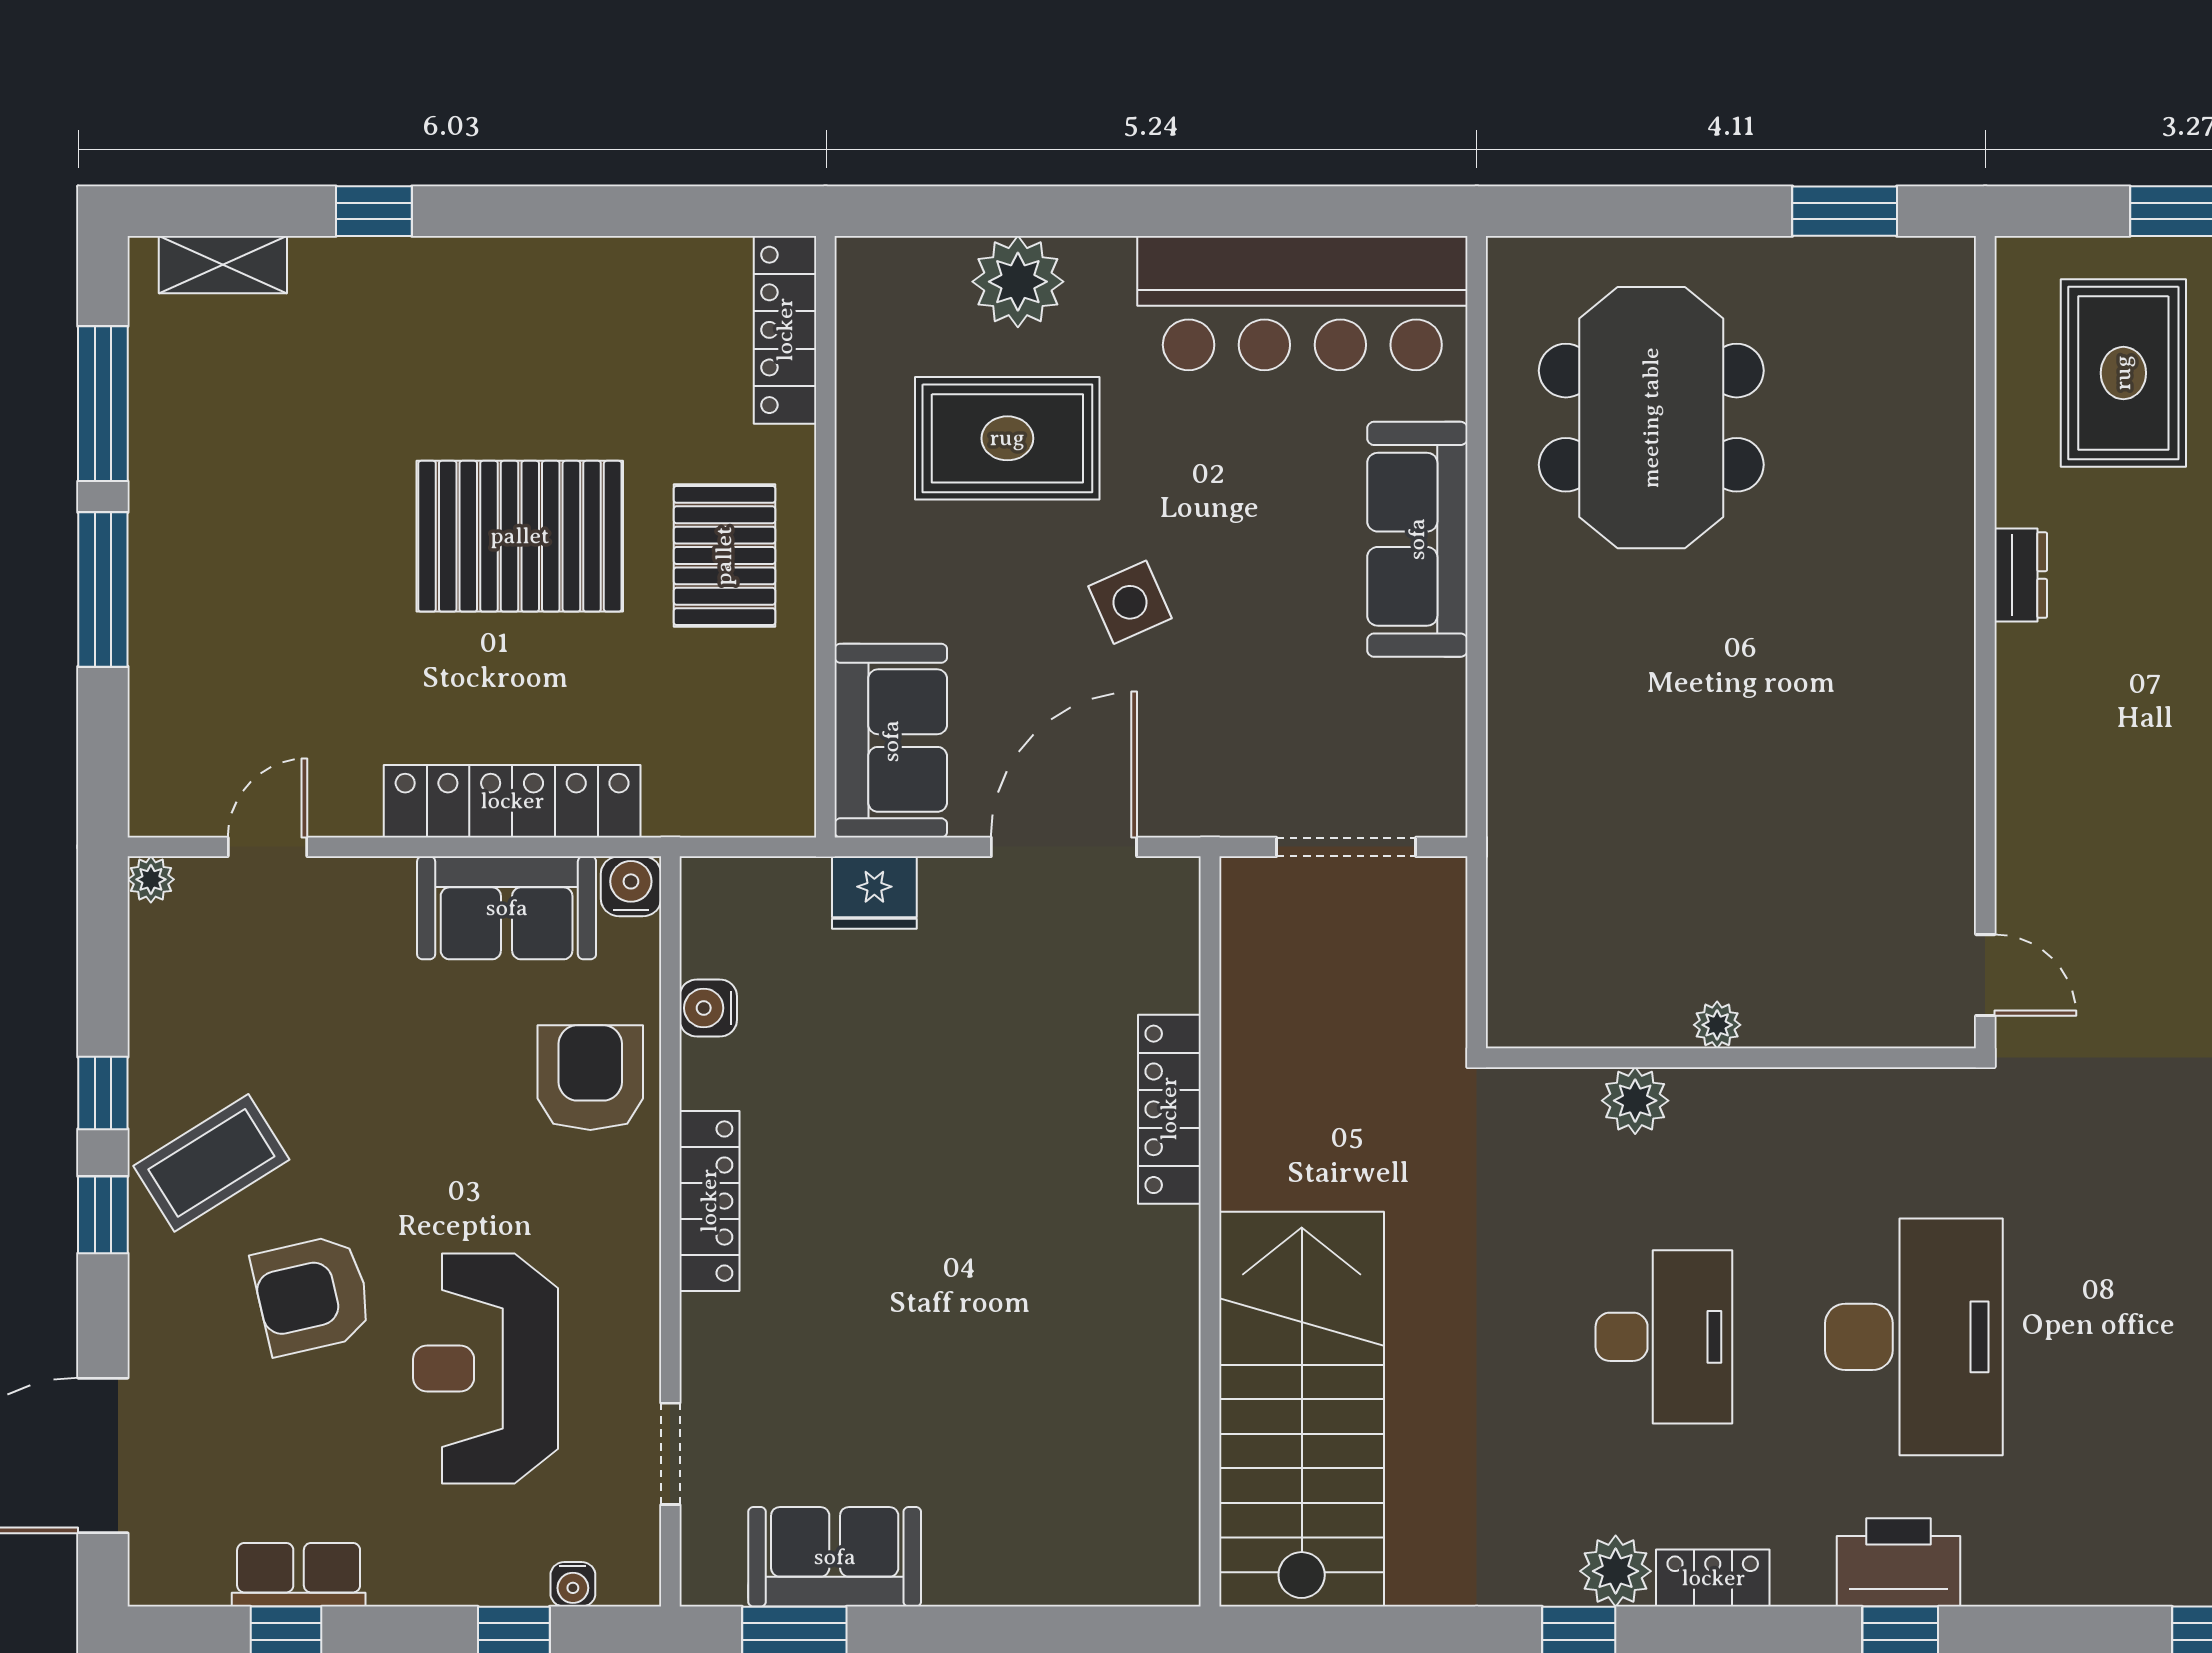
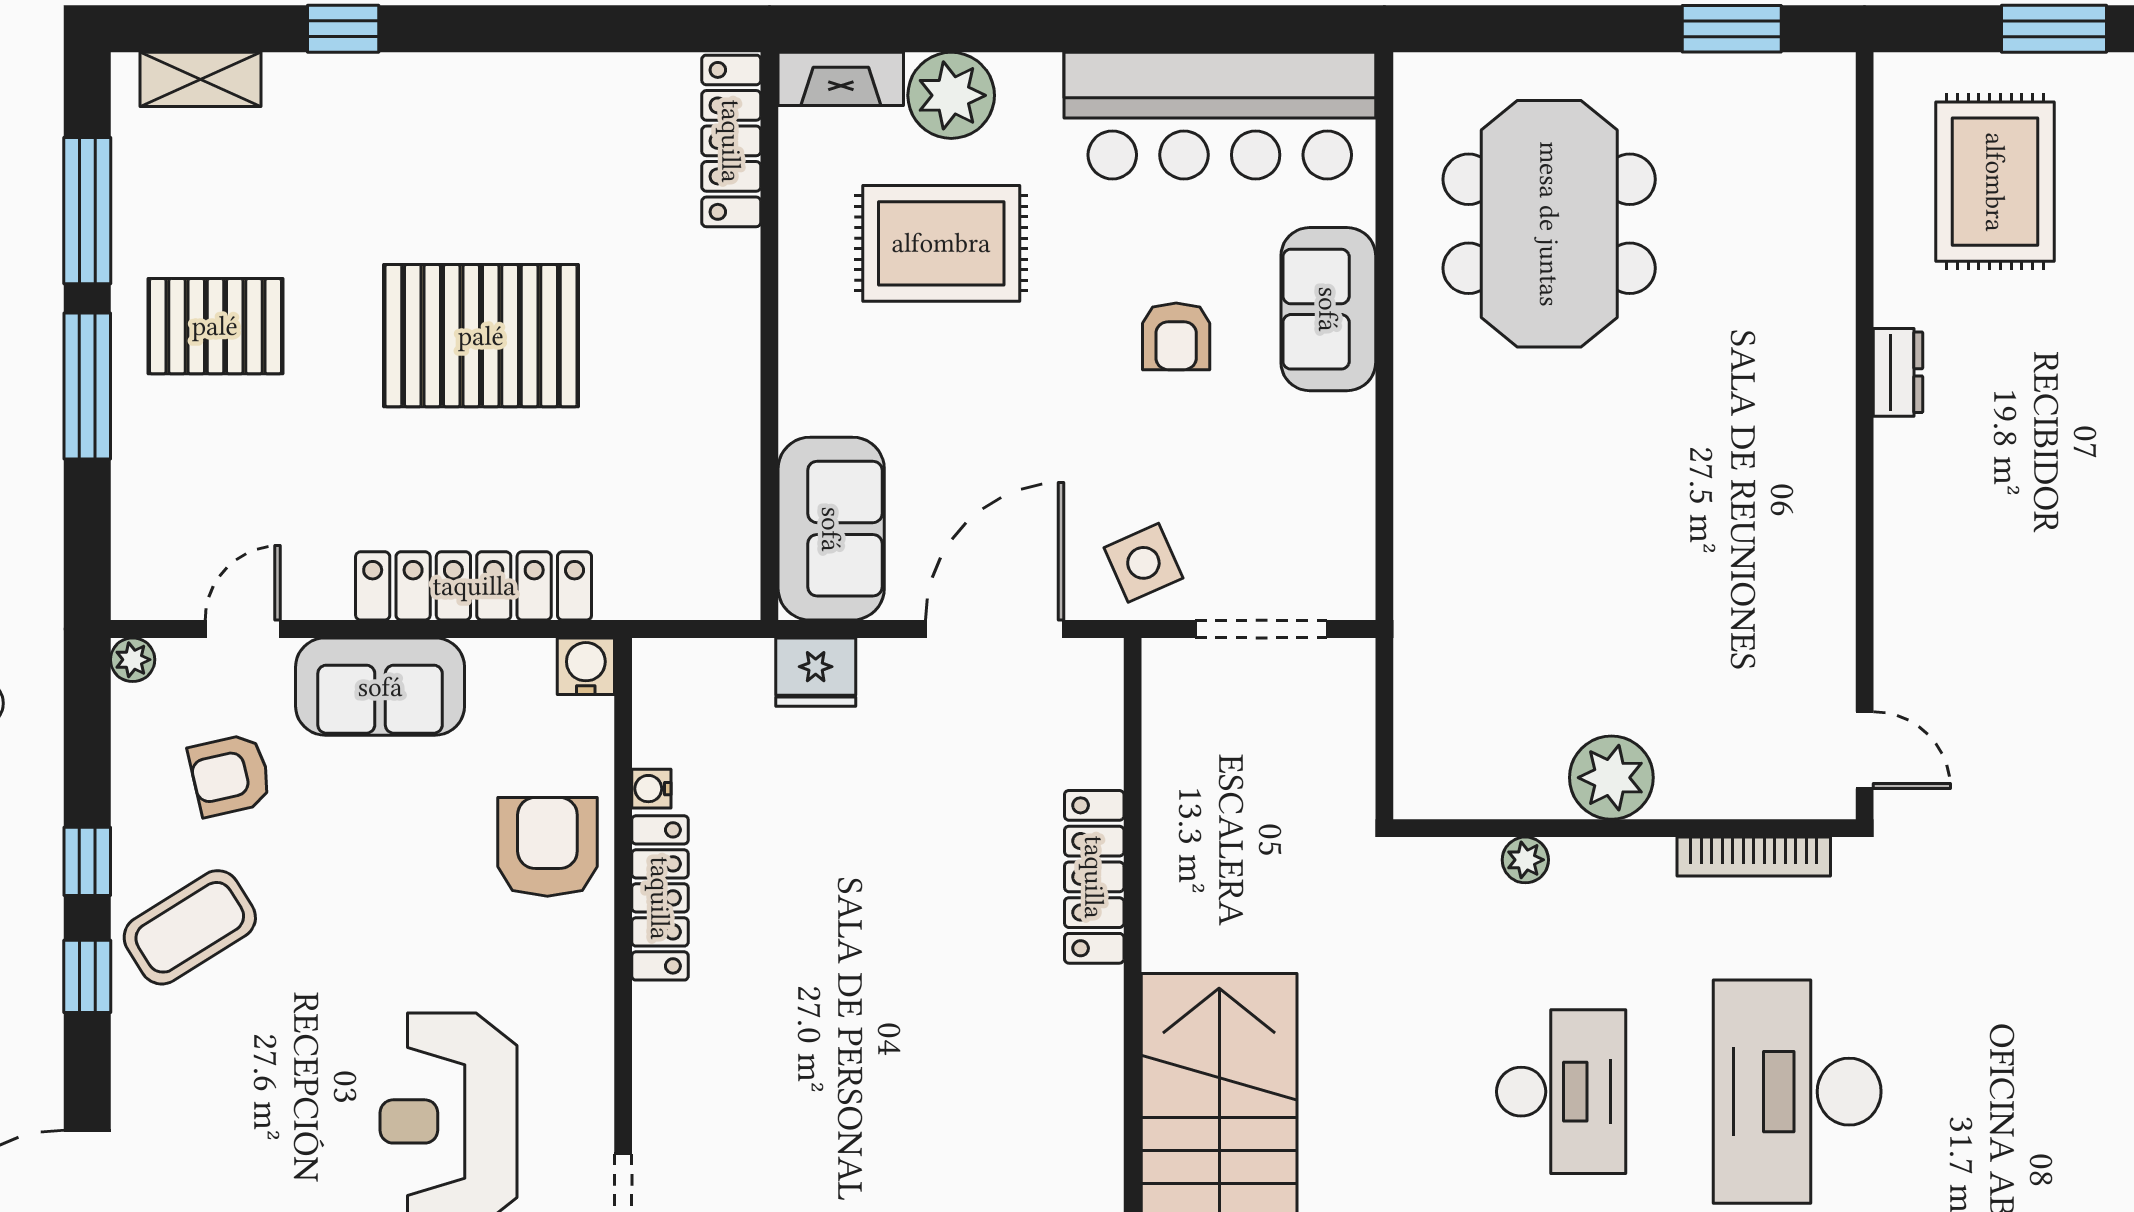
fireplace: (901, 264) -> (841, 79), added
armchair: (1256, 537) -> (1176, 336), added
sofa: (1417, 539) -> (1328, 309), width x0.73
pallet: (724, 556) -> (215, 326), moved, turned 90
side table: (1130, 602) -> (1143, 563), moved
sofa: (507, 908) -> (380, 687), moved
water cooler: (708, 1008) -> (651, 789), width x0.72, depth x0.72
plant: (1717, 1025) -> (1611, 778), width x1.87, depth x1.87
bookcase: (1868, 1088) -> (1754, 856), added
plant: (1635, 1101) -> (1525, 860), width x0.73, depth x0.73
locker: (709, 1201) -> (660, 898), moved
armchair: (312, 1295) -> (230, 775), moved, width x0.72, depth x0.72
desk: (1914, 1337) -> (1797, 1092), turned 180

